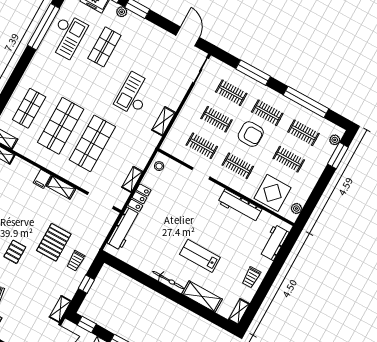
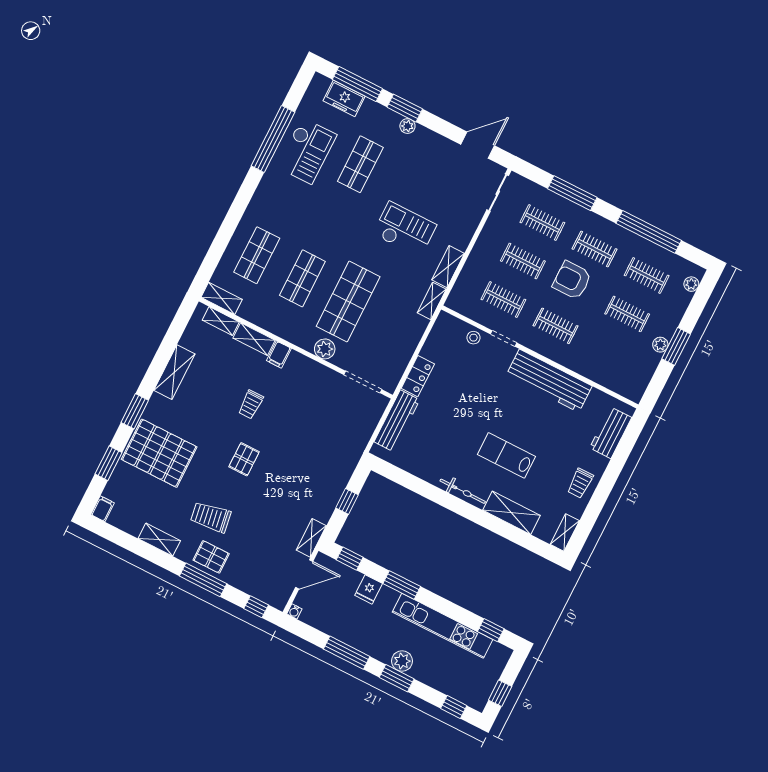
plant: (122, 12) -> (407, 126), moved
door: (188, 36) -> (478, 145), hinge flipped
checkout: (134, 94) -> (405, 229), turned 90
shop shelf: (61, 126) -> (302, 278), width x0.70, depth x0.74
armchair: (251, 134) -> (572, 280), turned 180
window: (338, 156) -> (676, 346), moved
stool: (159, 166) -> (473, 338), moved
plant: (75, 176) -> (325, 349), added
shelving: (132, 179) -> (432, 301), moved
shelving: (61, 187) -> (254, 339), moved
display table: (272, 193) -> (606, 362), removed
workbench: (240, 206) -> (549, 381), width x1.36, depth x1.32
plant: (296, 209) -> (660, 345), moved
pallet: (54, 242) -> (299, 444), removed
trolley: (76, 261) -> (251, 404), moved

